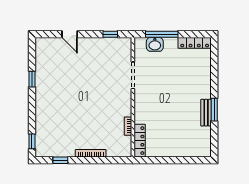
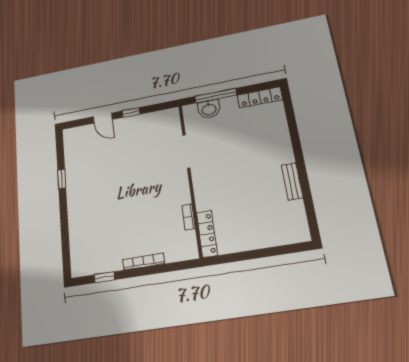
window: (110, 34) -> (131, 112), moved
window: (214, 110) -> (303, 175), removed
window: (32, 141) -> (66, 257), removed

